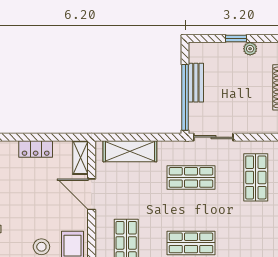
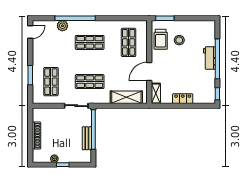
door: (92, 194) -> (149, 71), swing flipped

